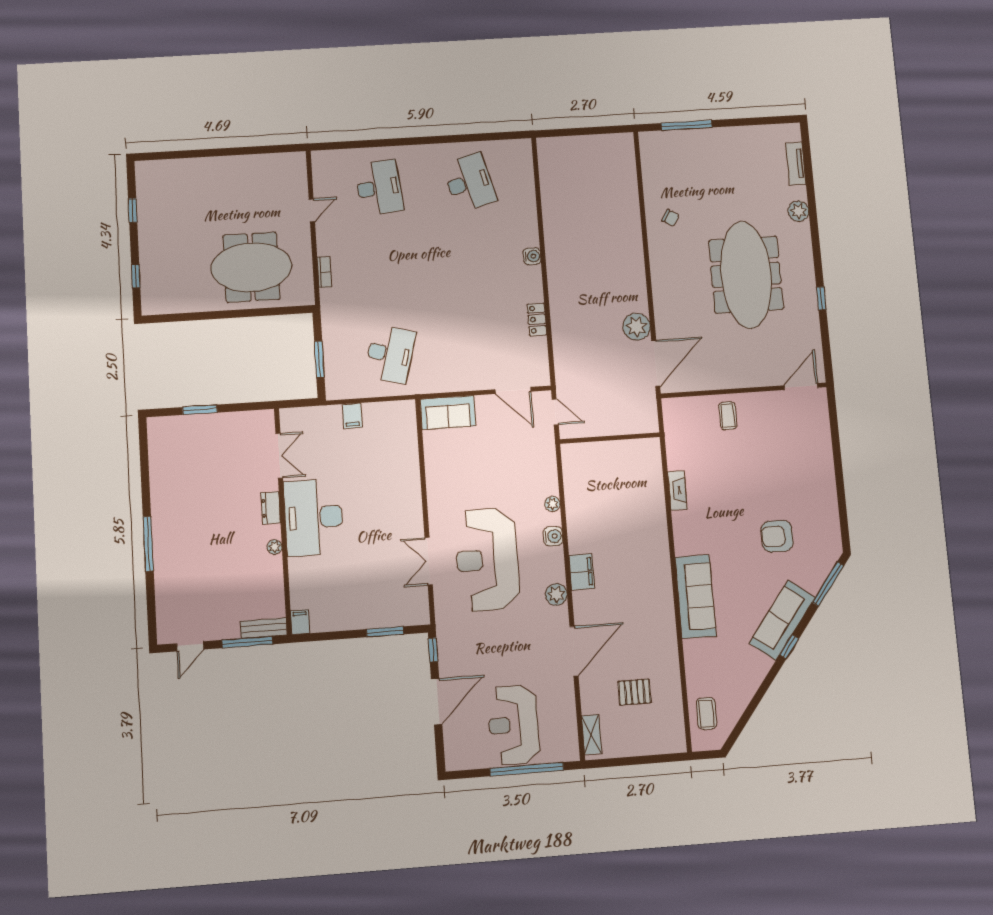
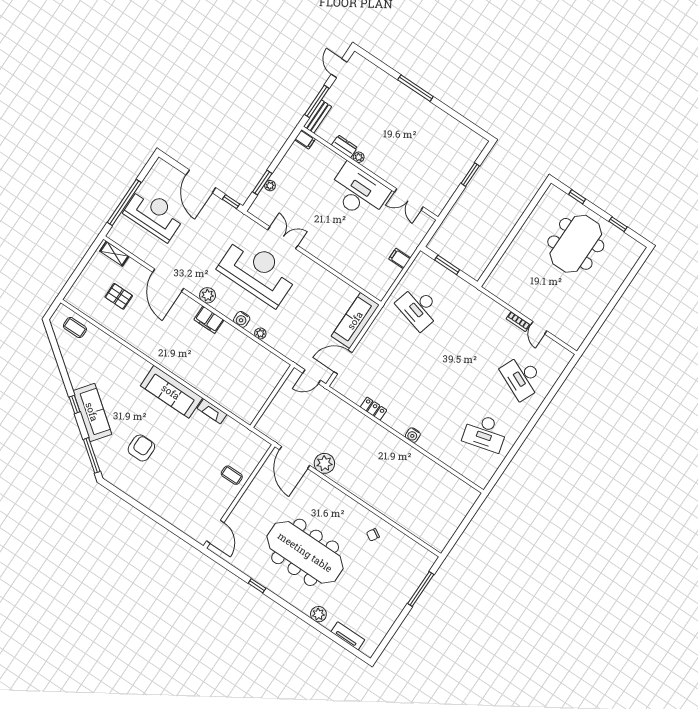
desk: (379, 188) -> (522, 377), turned 30
meeting table: (251, 267) -> (576, 244), moved
bookcase: (324, 272) -> (518, 322), moved
sofa: (448, 413) -> (355, 320), width x1.36
dresser: (271, 508) -> (344, 146), moved
sofa: (696, 596) -> (171, 392), moved
plant: (382, 621) -> (270, 186), added
pallet: (634, 692) -> (119, 296), turned 90

